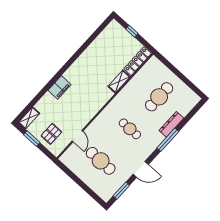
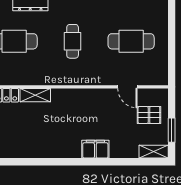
door: (78, 136) -> (127, 87), swing flipped
cafe table: (101, 161) -> (131, 41), turned 90

